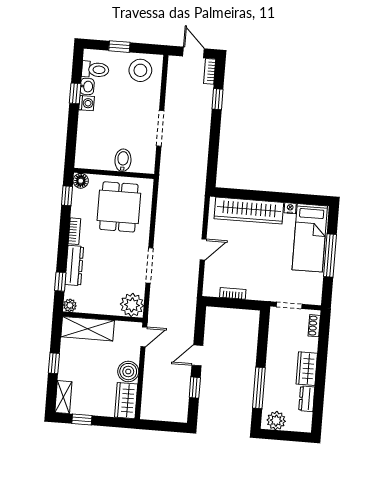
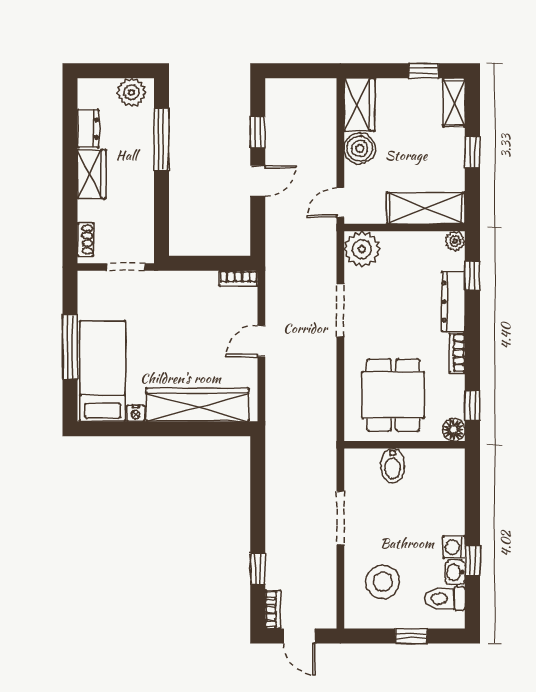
stool: (140, 70) -> (383, 582), moved
bookcase: (233, 293) -> (238, 278), moved

